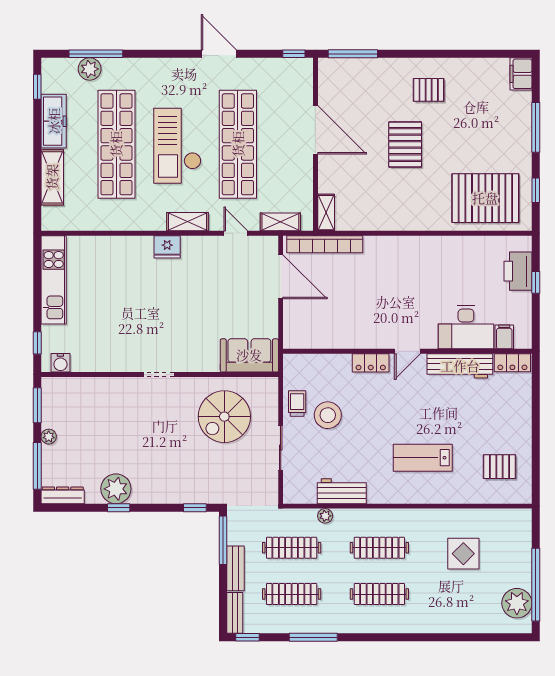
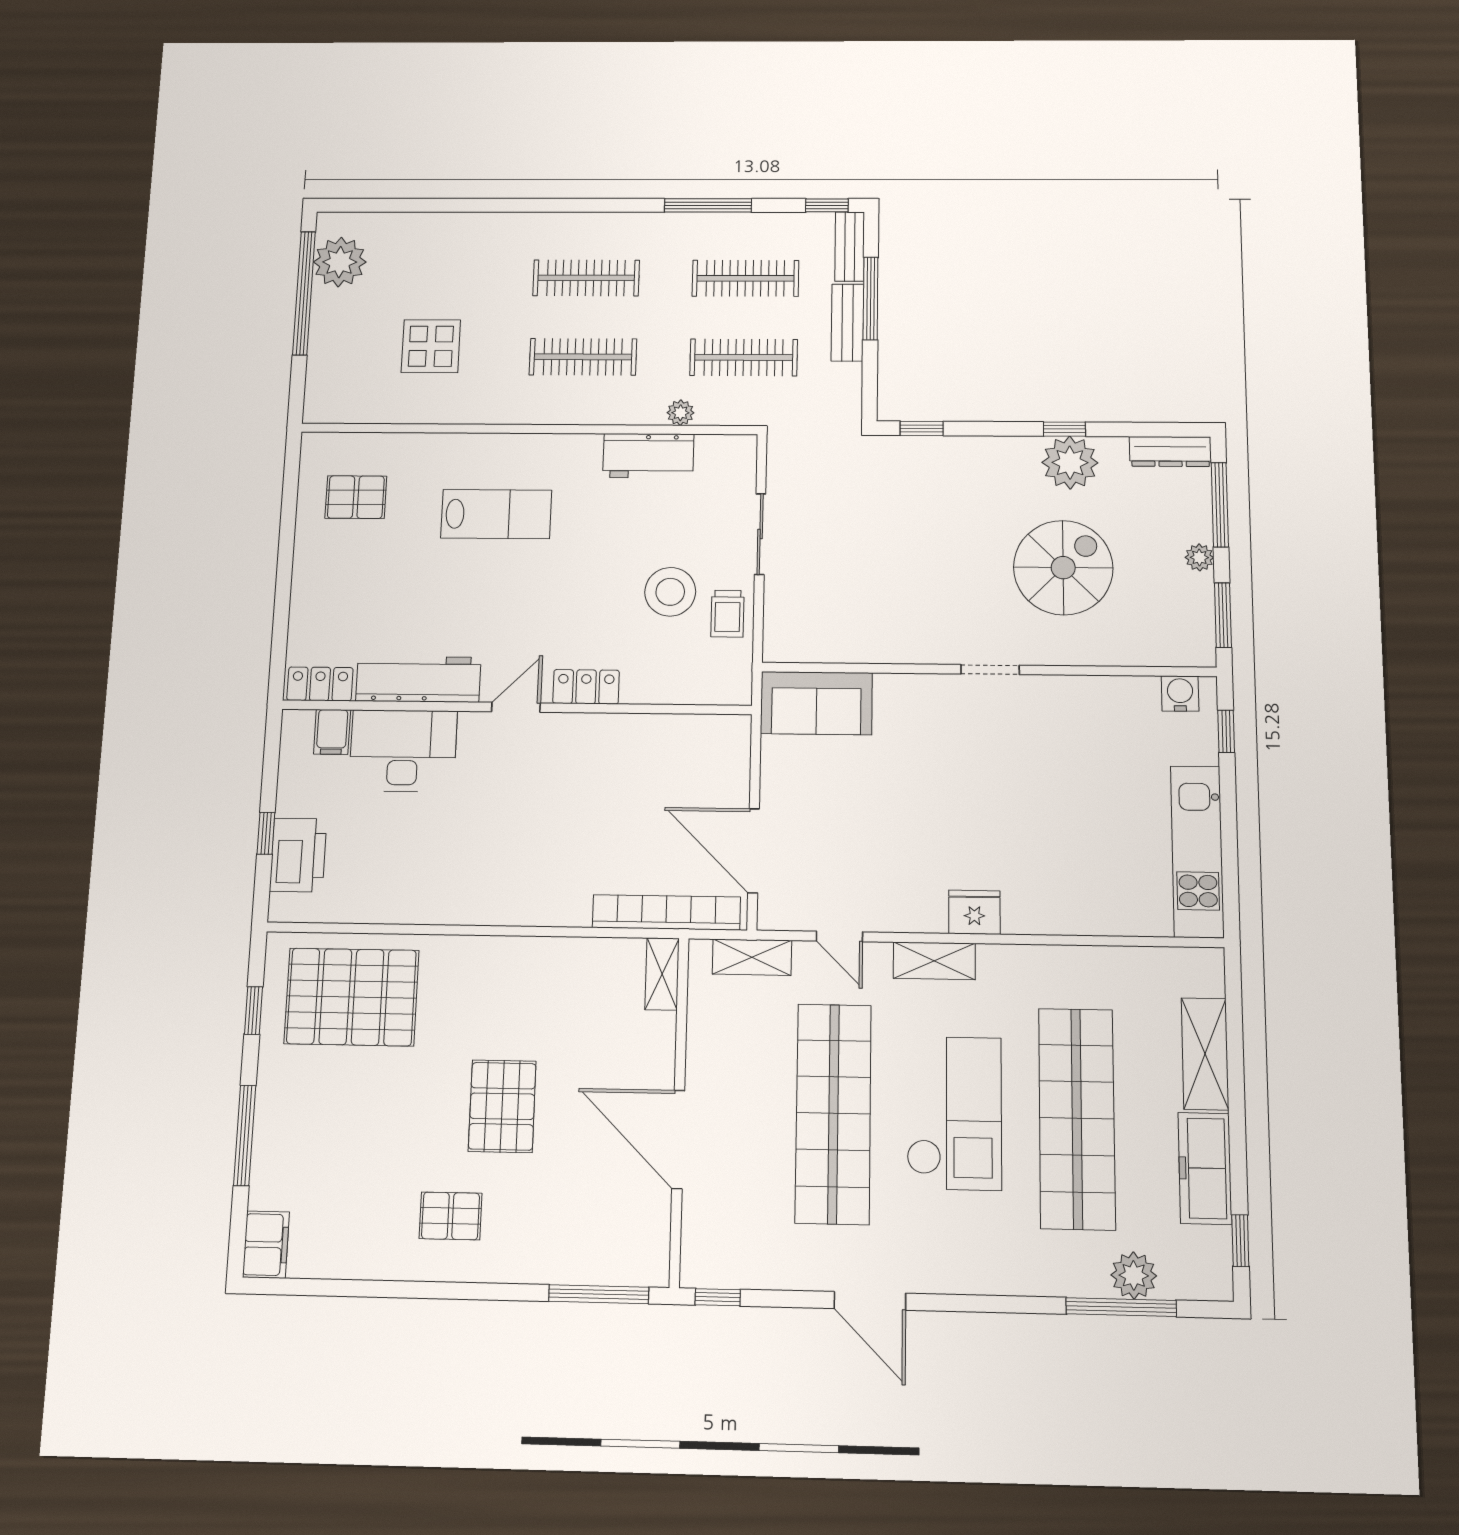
spiral stairs: (224, 417) -> (1063, 568), moved
window: (223, 540) -> (871, 298), moved

